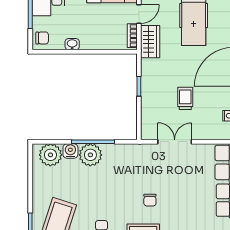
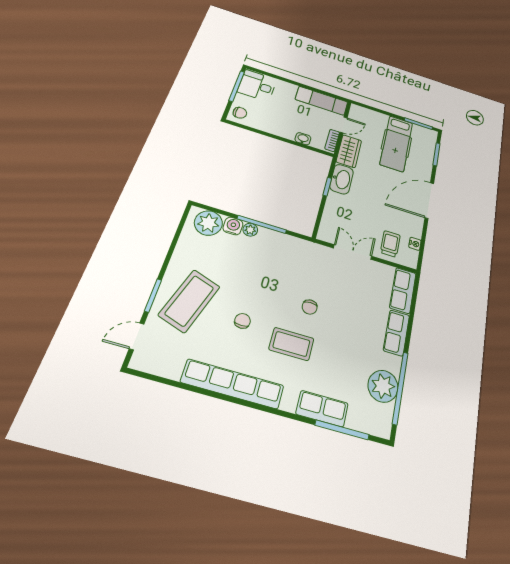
washbasin: (72, 44) -> (303, 139), moved
washbasin: (150, 74) -> (342, 179), added
trolley: (185, 98) -> (390, 244), moved
plant: (90, 155) -> (250, 230), width x0.53, depth x0.53

